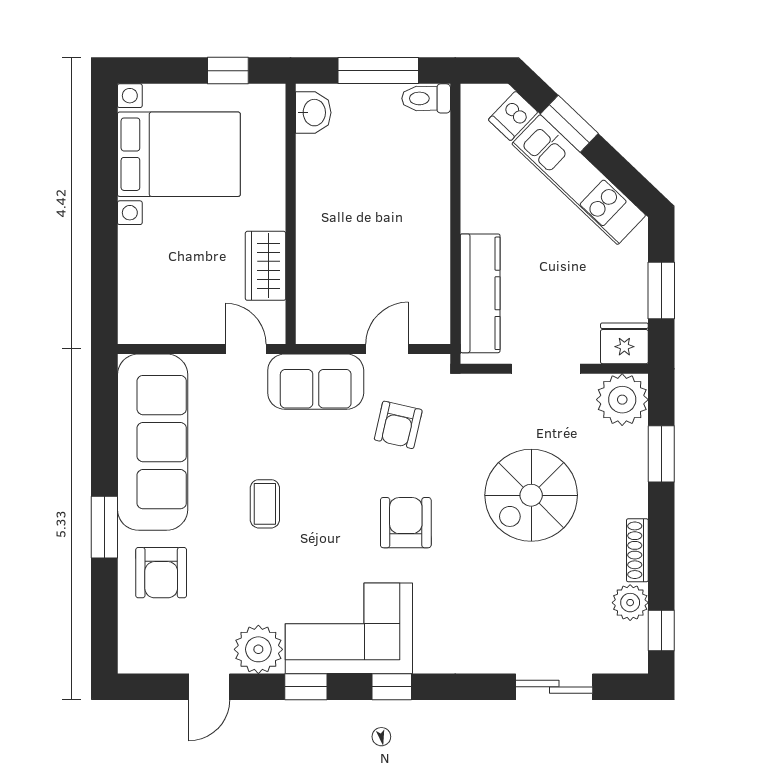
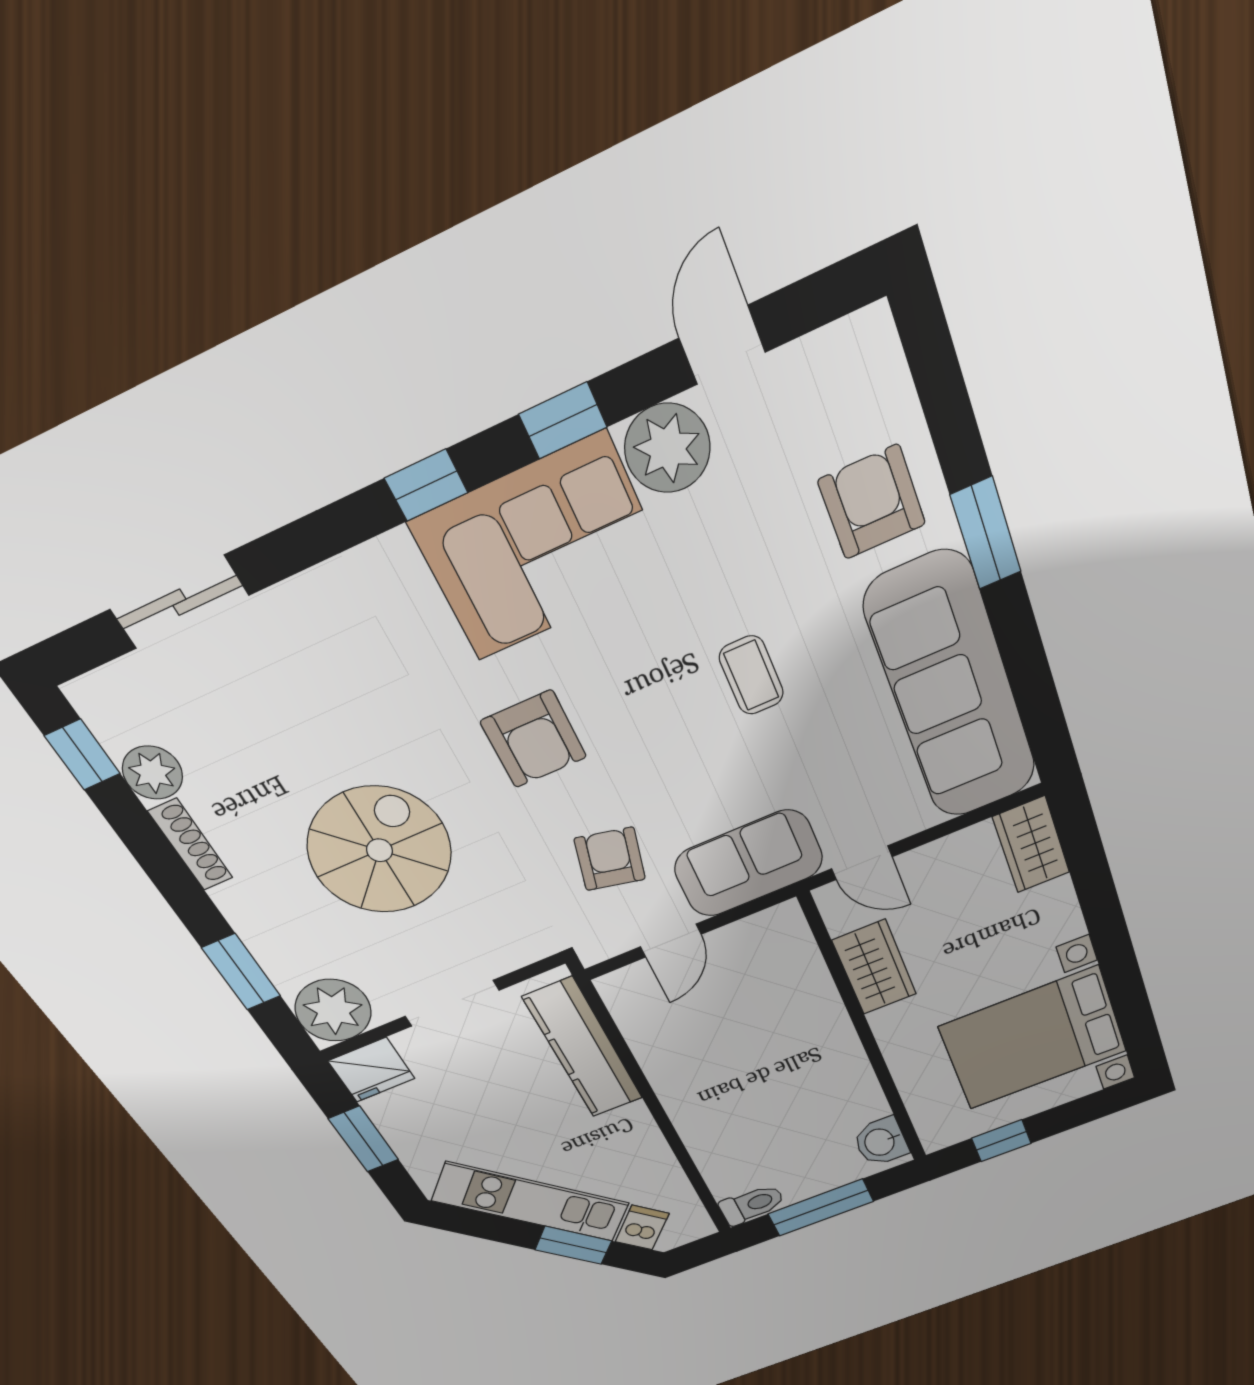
wardrobe: (136, 312) -> (1031, 845), added

